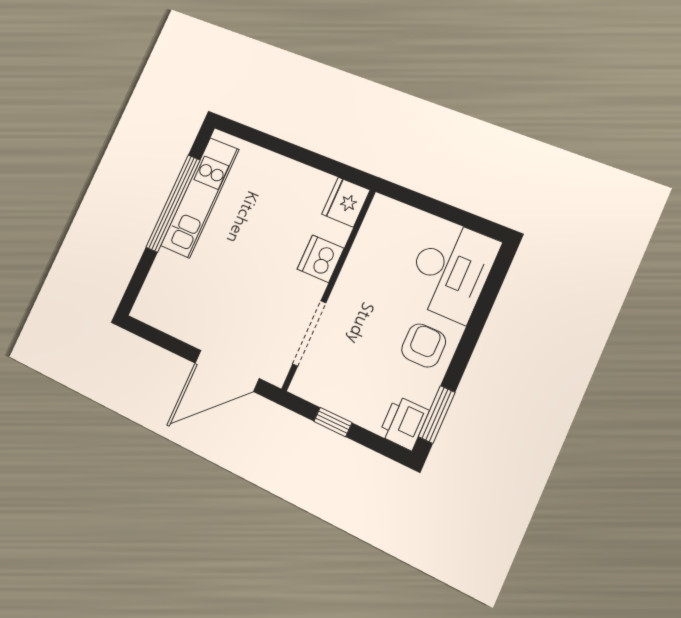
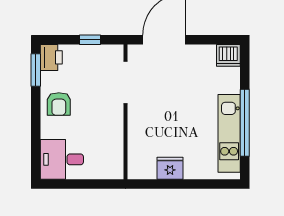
fridge: (346, 202) -> (170, 168), moved, turned -90
dishwasher: (321, 259) -> (228, 55), moved, turned 90
desk: (451, 270) -> (62, 159), width x0.73

